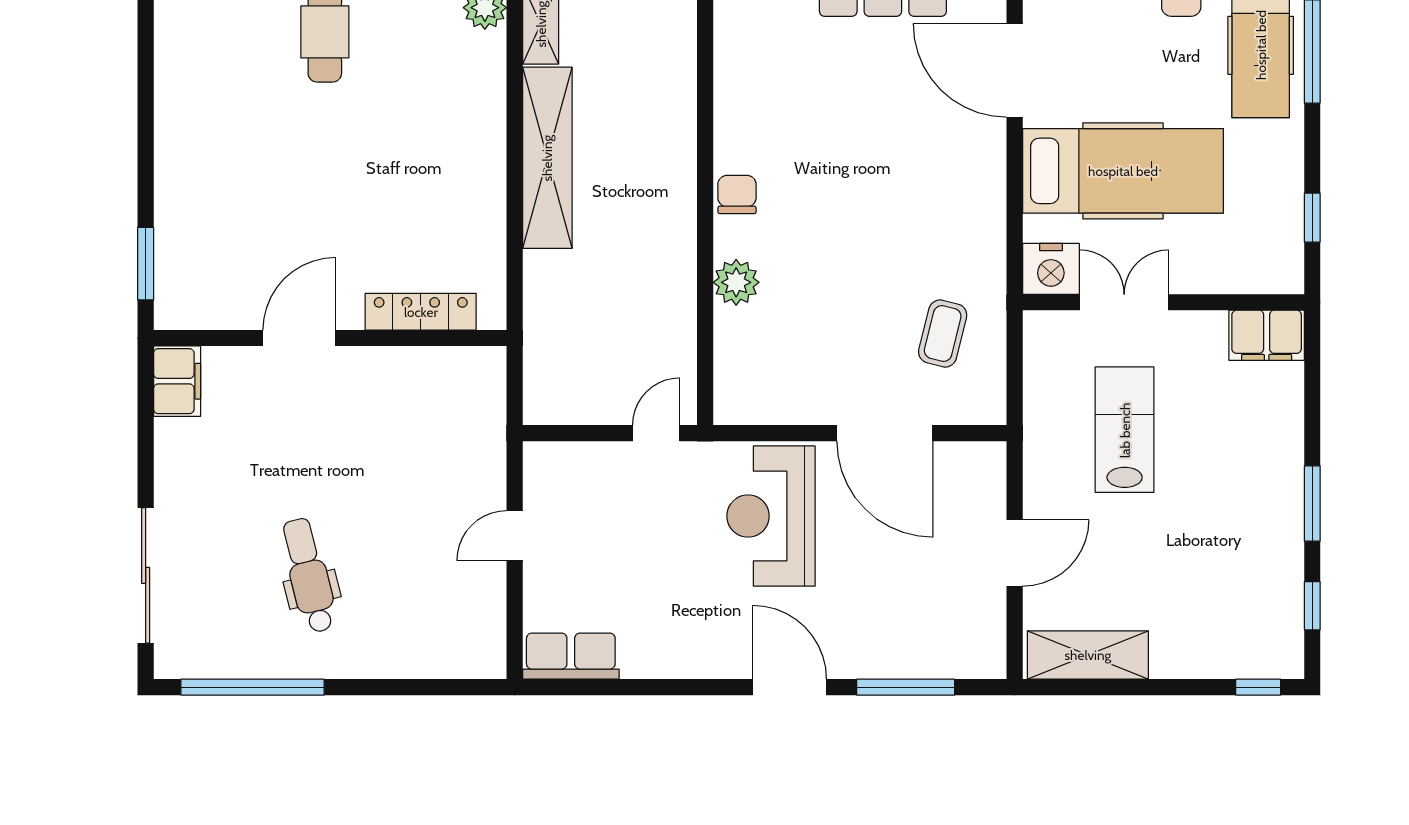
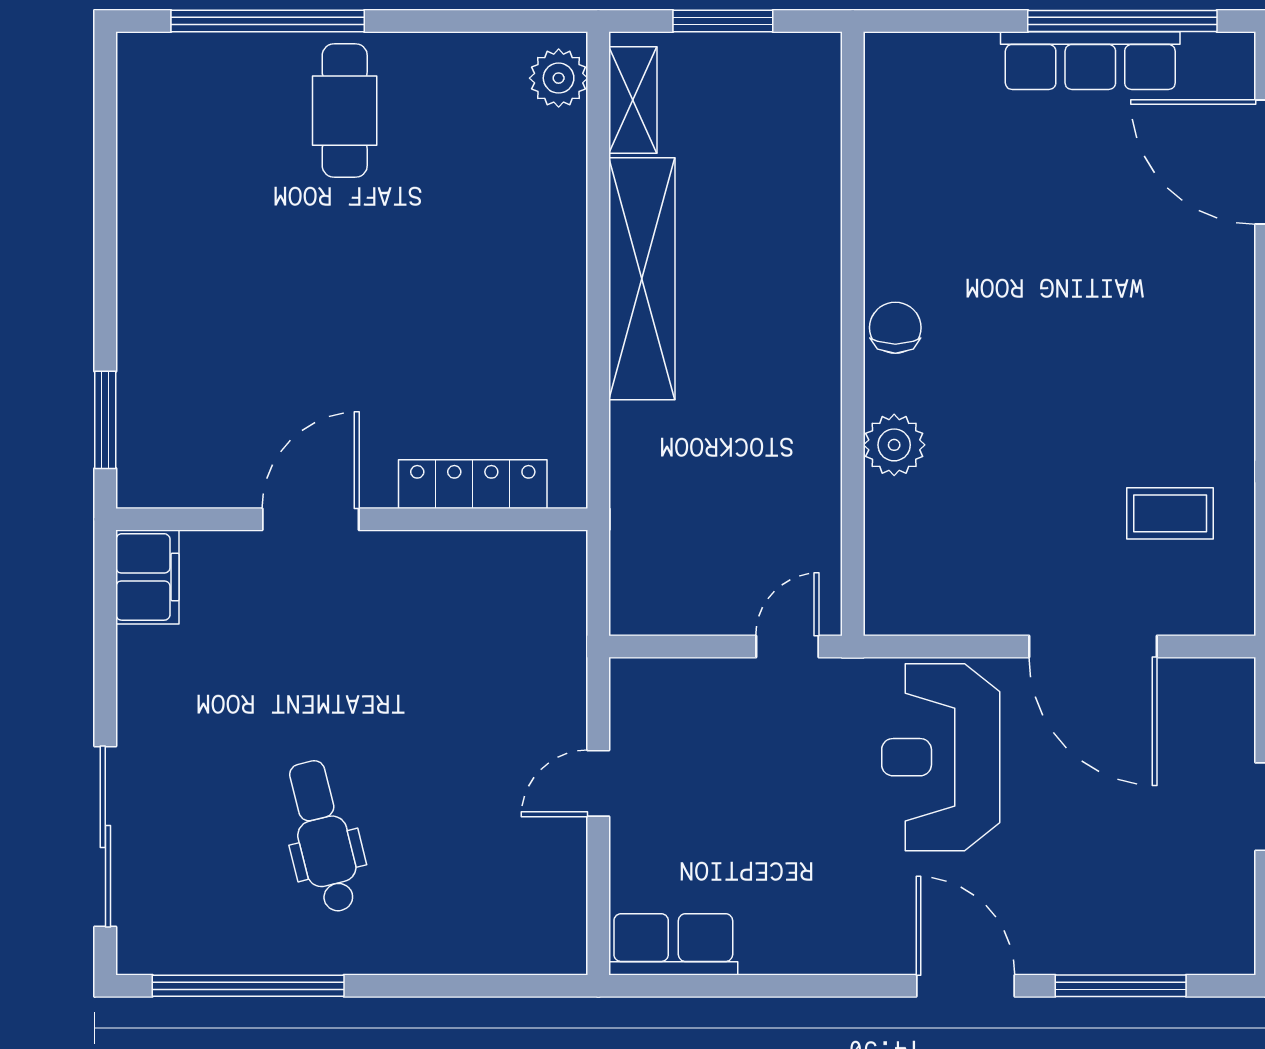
coffee table: (943, 333) -> (1170, 513), turned 76

